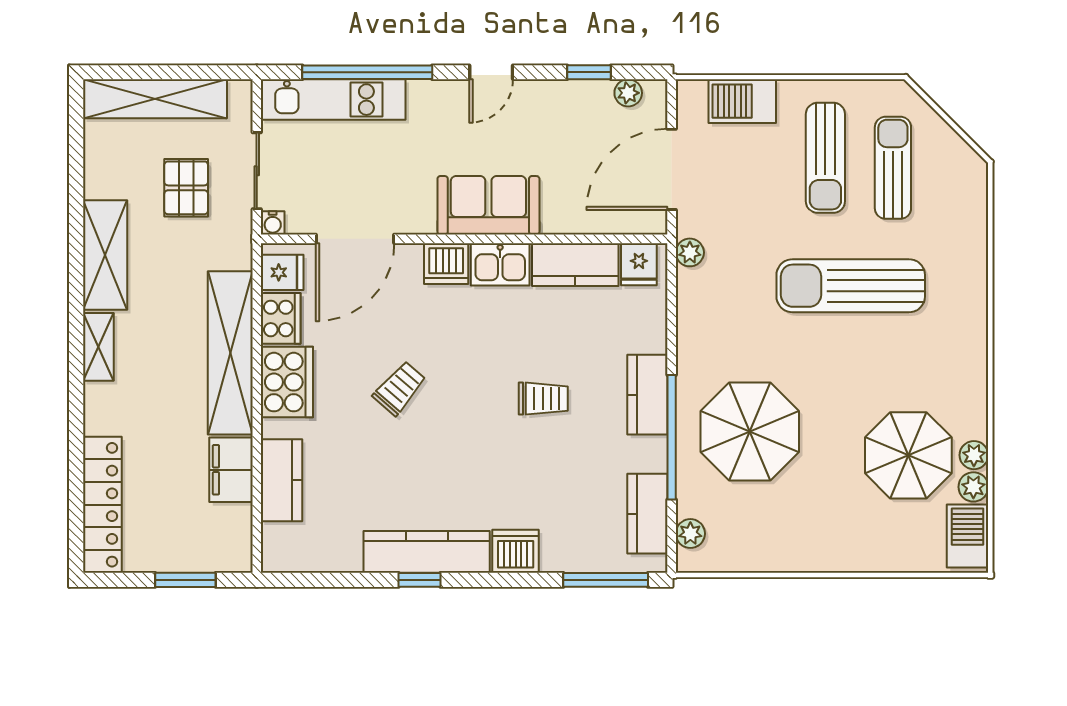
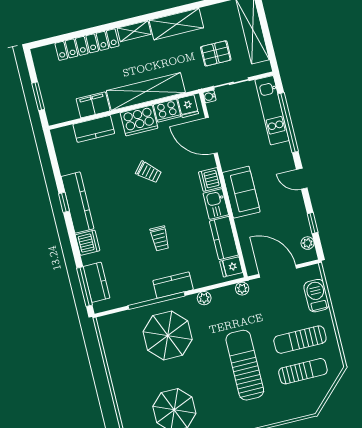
locker: (102, 505) -> (87, 45), moved
kitchen counter: (647, 514) -> (96, 282), moved, turned 90
plant: (690, 534) -> (204, 298), moved

